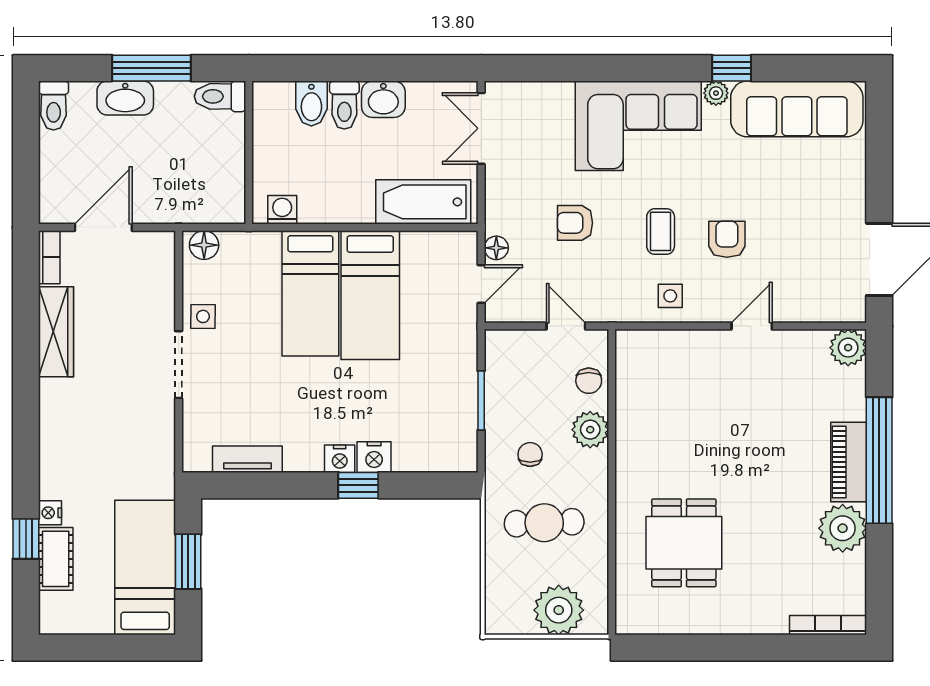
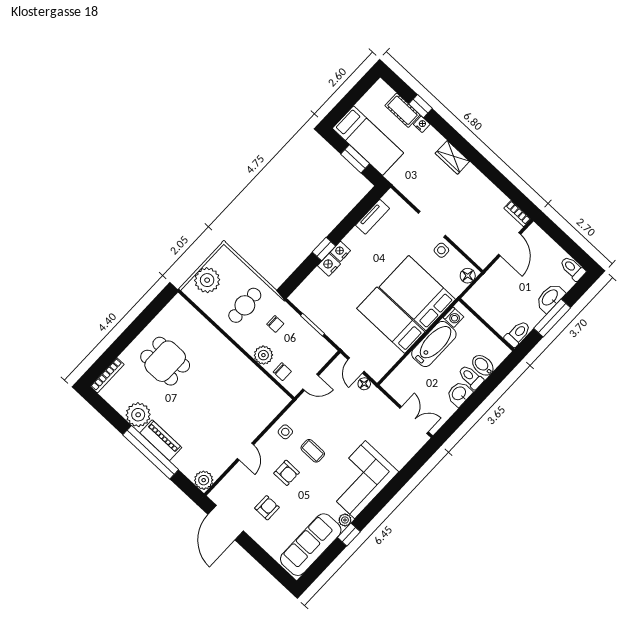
bathtub: (423, 202) -> (434, 344), moved
armchair: (575, 223) -> (267, 508), moved
bed: (310, 293) -> (417, 293), width x1.50
wardrobe: (56, 332) -> (452, 157), moved, width x0.67
chair: (589, 381) -> (282, 372), turned 180
dining table: (684, 543) -> (165, 361), moved

